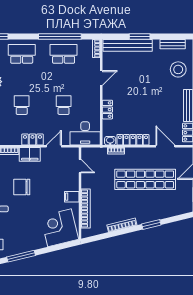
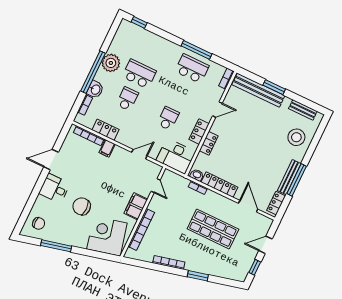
window: (60, 36) -> (196, 50), width x0.68
school desk: (22, 54) -> (139, 74), moved
locker: (95, 104) -> (199, 132), added
locker: (33, 140) -> (105, 130), moved
filing cabinet: (30, 154) -> (107, 148), width x0.50
shop shelf: (145, 179) -> (213, 229), width x0.71
chair: (22, 187) -> (82, 206), moved
filing cabinet: (72, 197) -> (136, 206), width x2.00

